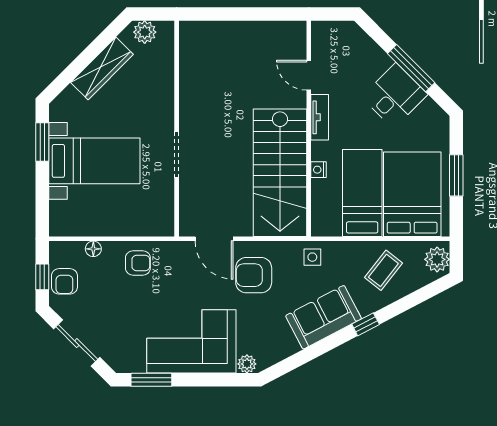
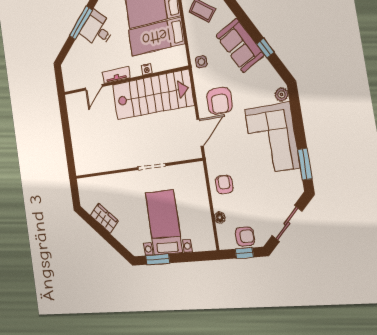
plant: (145, 32) -> (85, 197), removed
wardrobe: (102, 68) -> (104, 218), width x0.67
window: (366, 324) -> (265, 48), moved

